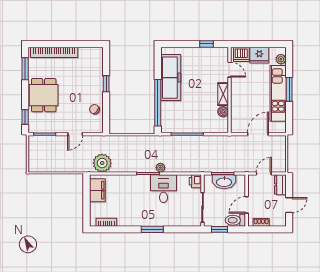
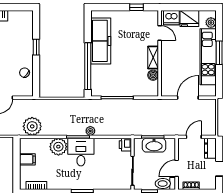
plant: (128, 183) -> (58, 147), added
desk: (163, 189) -> (81, 152), moved
filing cabinet: (97, 190) -> (27, 159), width x0.50

